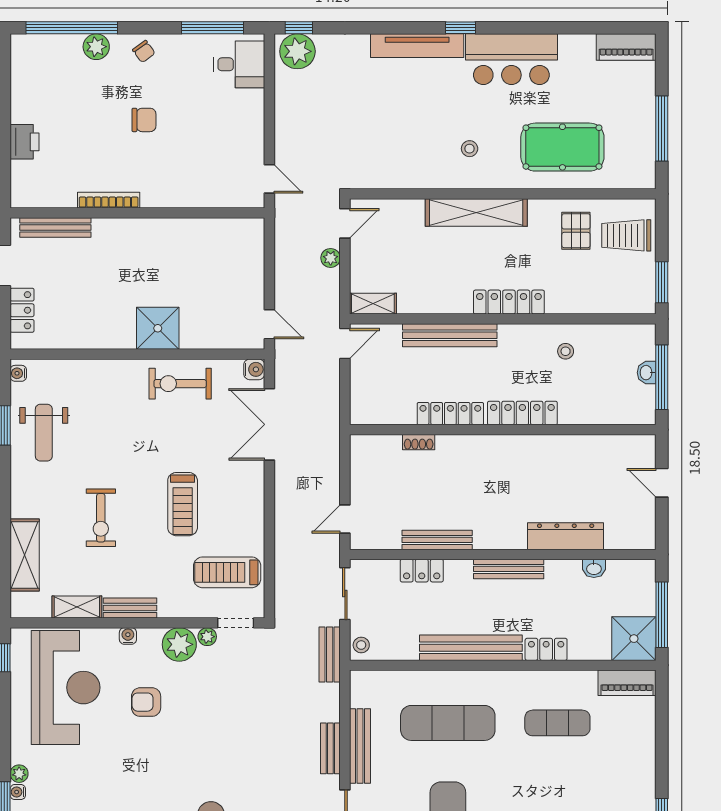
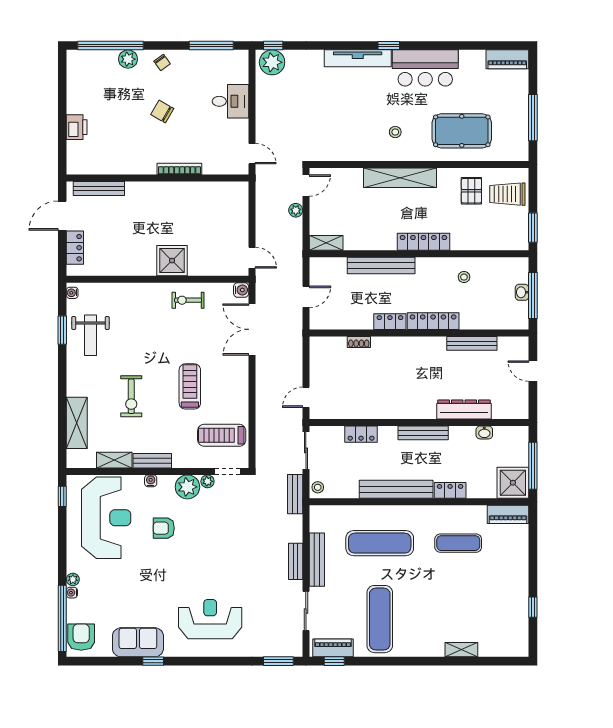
desk: (239, 64) -> (230, 101), moved
chair: (144, 120) -> (162, 111), turned -150
bookcase: (109, 200) -> (179, 169), moved
door: (345, 344) -> (306, 297), moved
exercise bike: (180, 384) -> (188, 300), width x0.73, depth x0.72
locker: (450, 414) -> (390, 322), width x0.66
treadmill: (183, 504) -> (190, 386), turned 180
bench: (437, 540) -> (472, 343), moved

